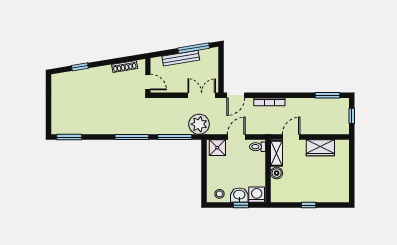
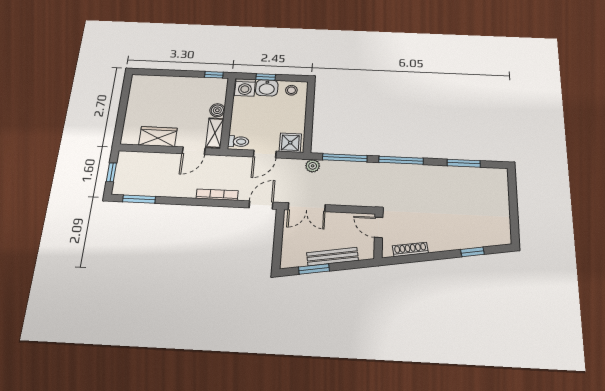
window: (194, 48) -> (314, 269), width x0.69
plant: (199, 124) -> (313, 166), width x0.53, depth x0.53
window: (69, 137) -> (464, 163), moved
window: (309, 205) -> (214, 75), moved

